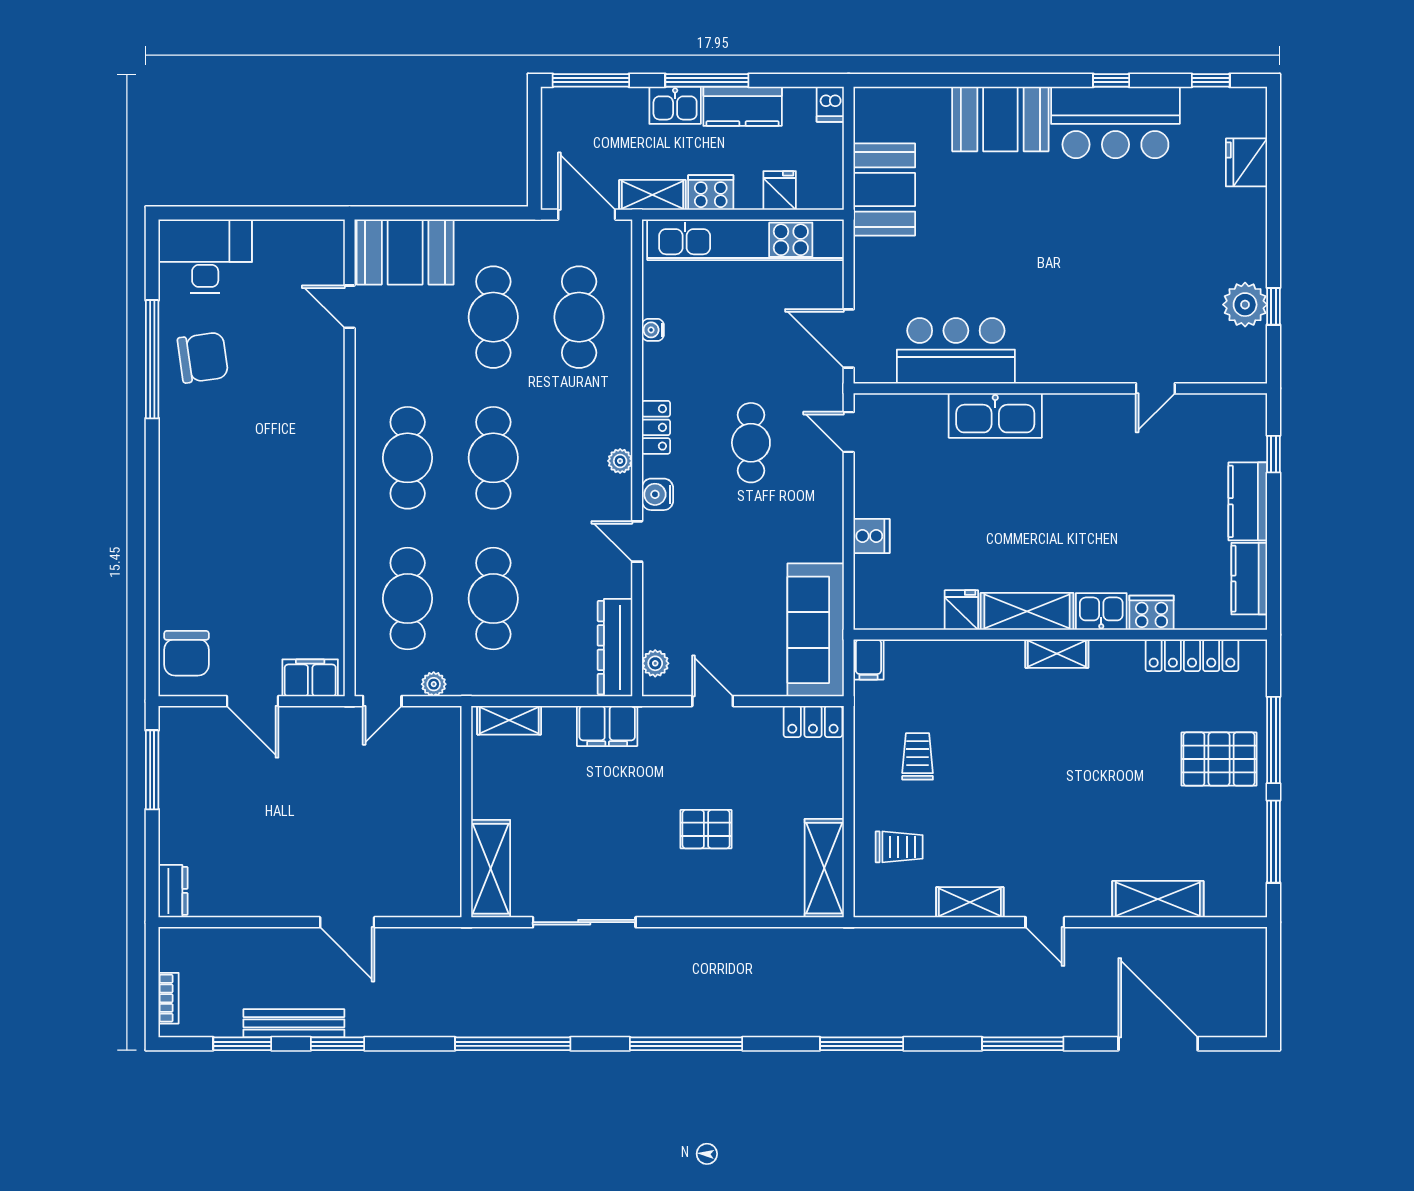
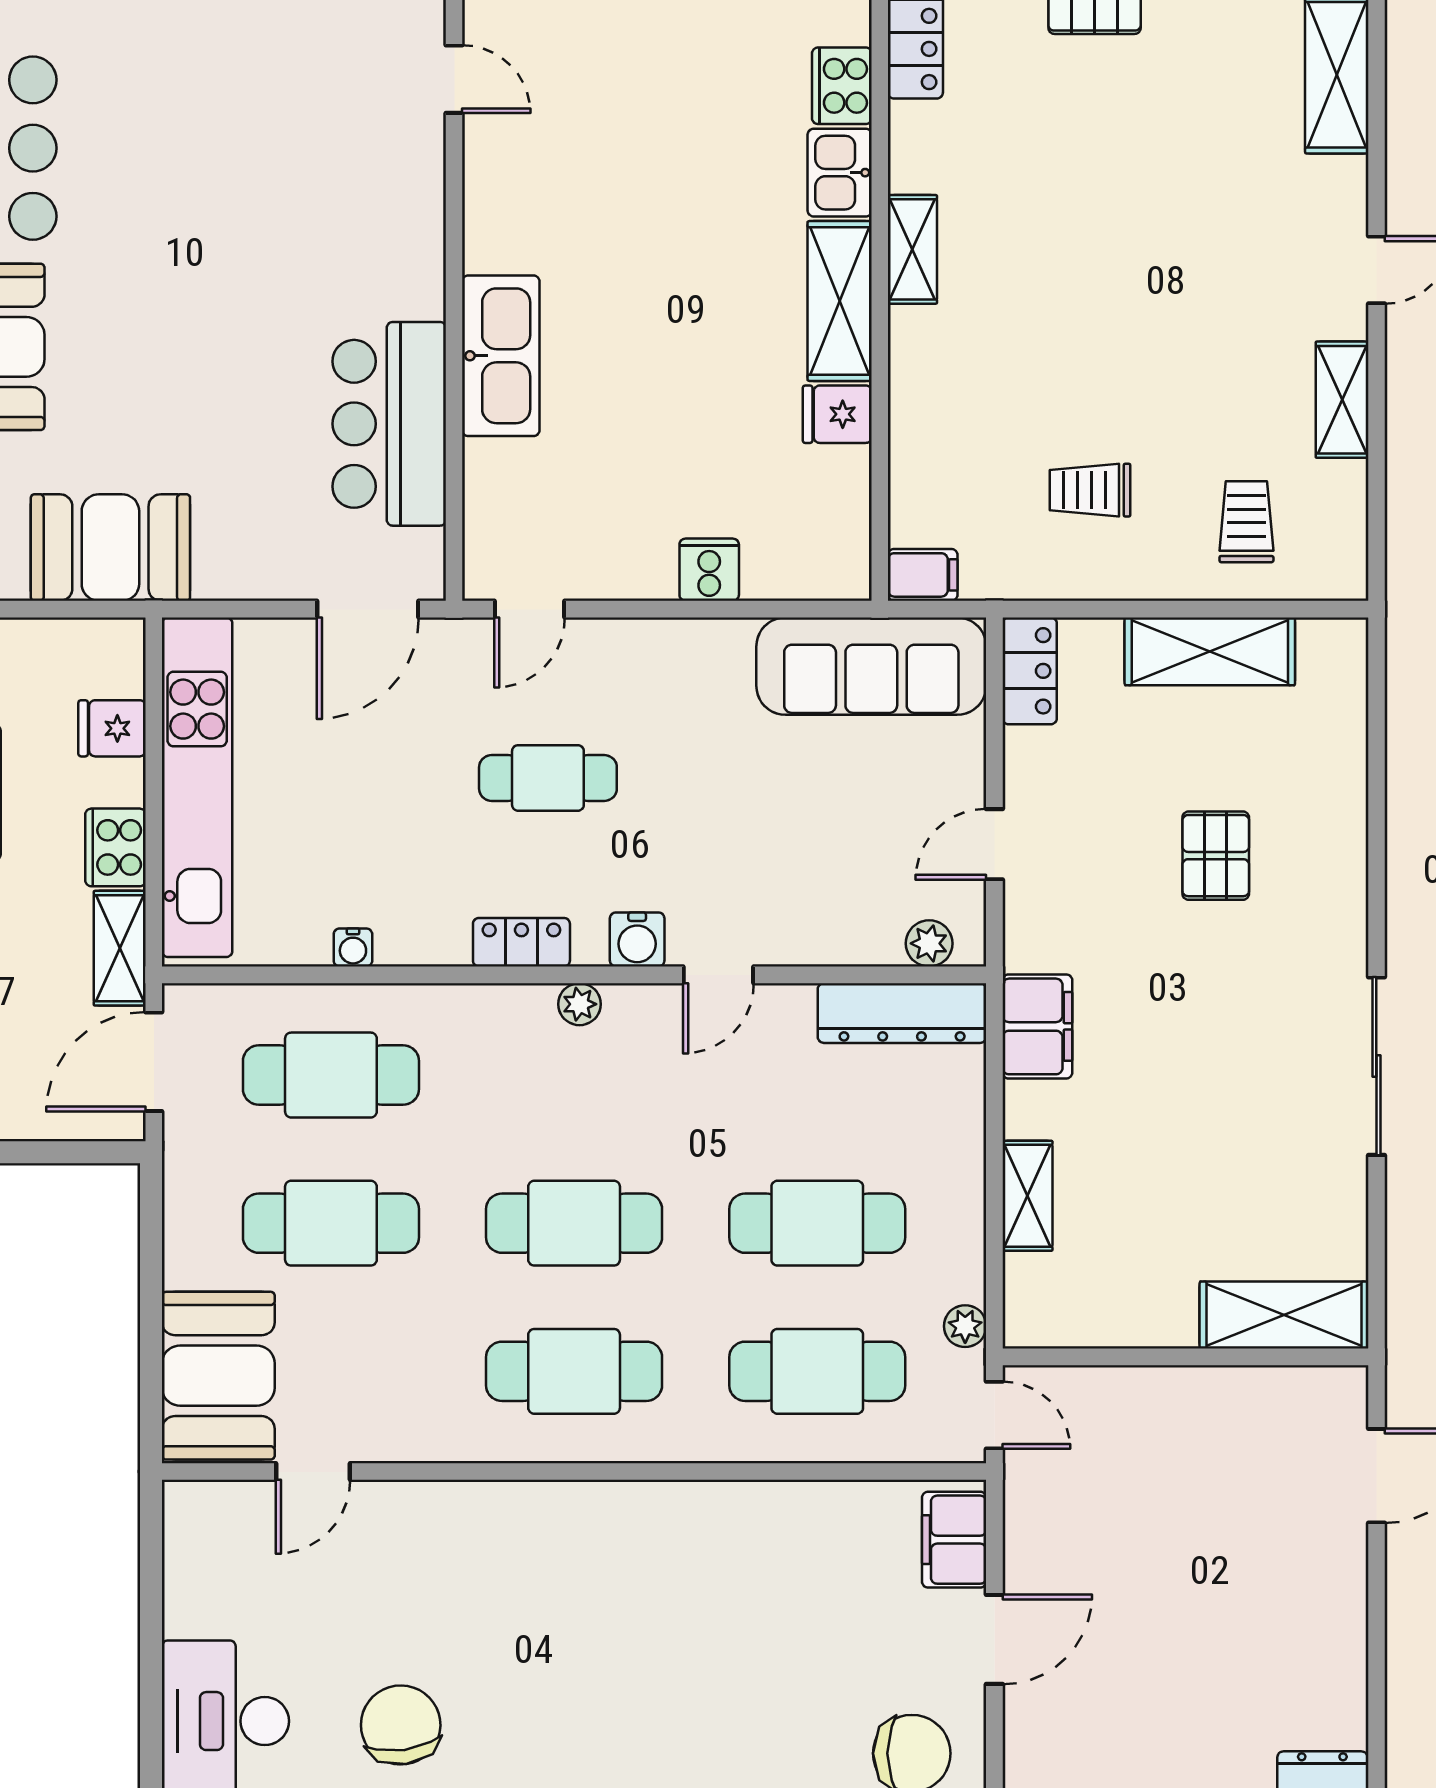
wall: (466, 812) -> (1185, 1357), moved
shelving: (824, 868) -> (1210, 651), moved
shelving: (491, 869) -> (1284, 1315), moved

